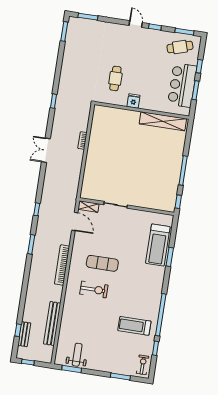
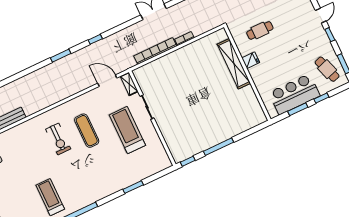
shelving: (163, 121) -> (234, 64), moved
door: (75, 221) -> (107, 81), swing flipped
treadmill: (158, 245) -> (127, 130), moved, turned 90
bookcase: (62, 265) -> (155, 51), moved

